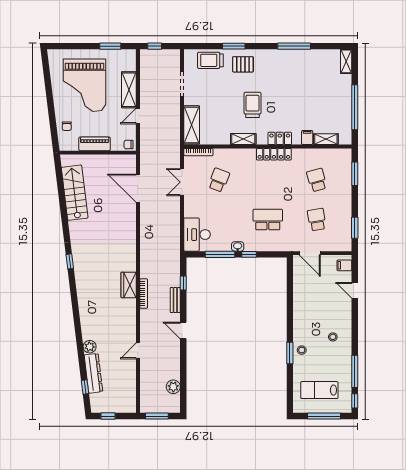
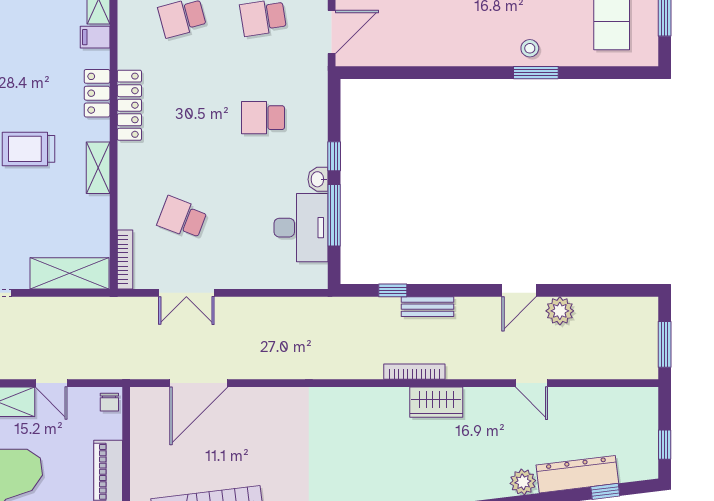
school desk: (268, 220) -> (263, 118), width x0.54
desk: (197, 235) -> (301, 228), moved, turned -90
wardrobe: (129, 285) -> (436, 402), moved
door: (183, 331) -> (519, 290), moved
plant: (173, 387) -> (560, 311), moved

